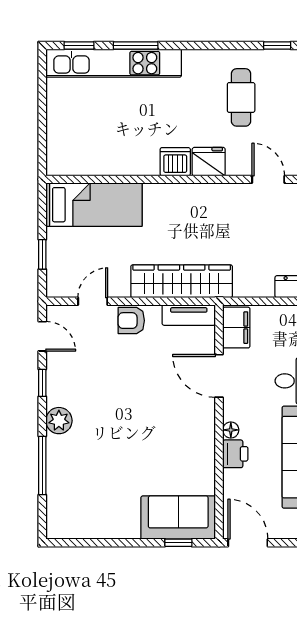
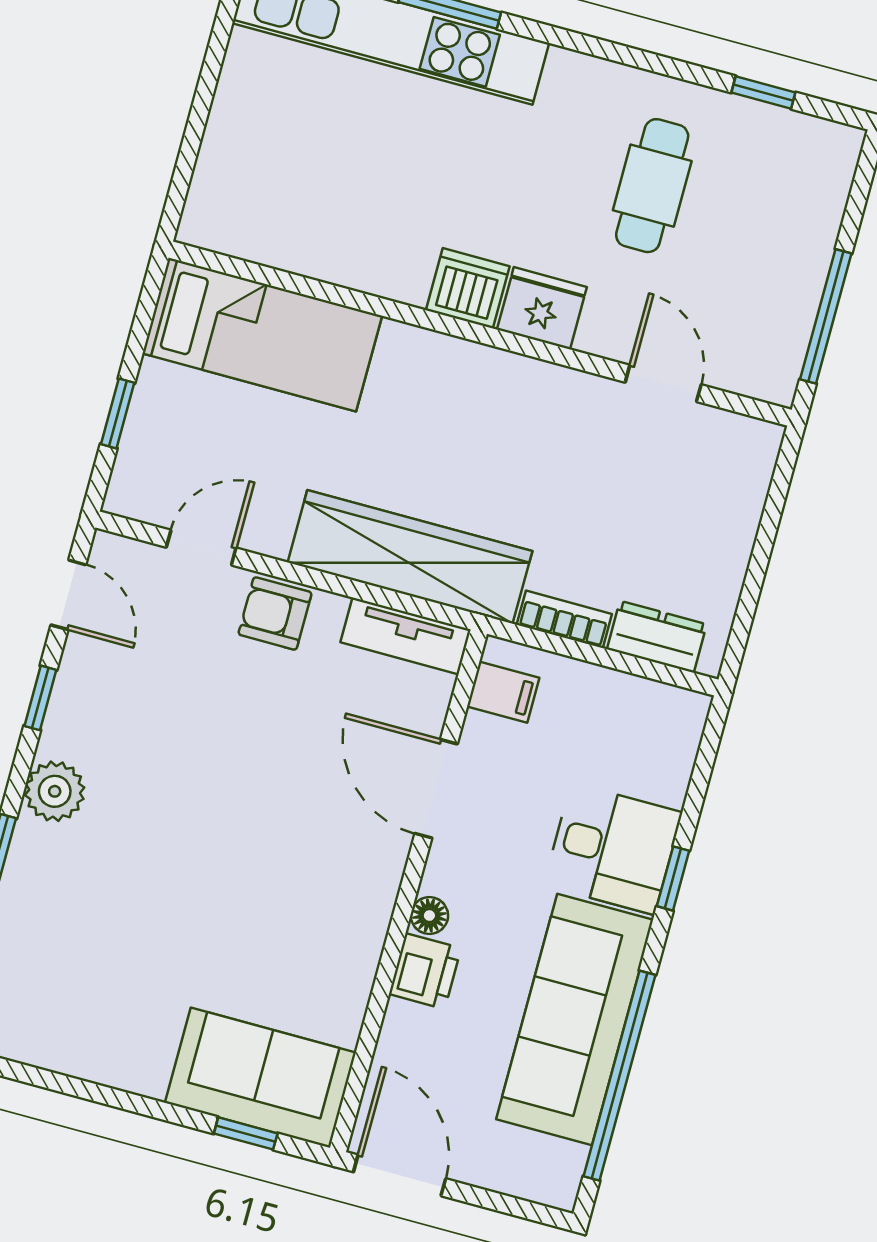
bookcase: (254, 290) -> (564, 619), added
filing cabinet: (236, 328) -> (503, 692), width x0.50

